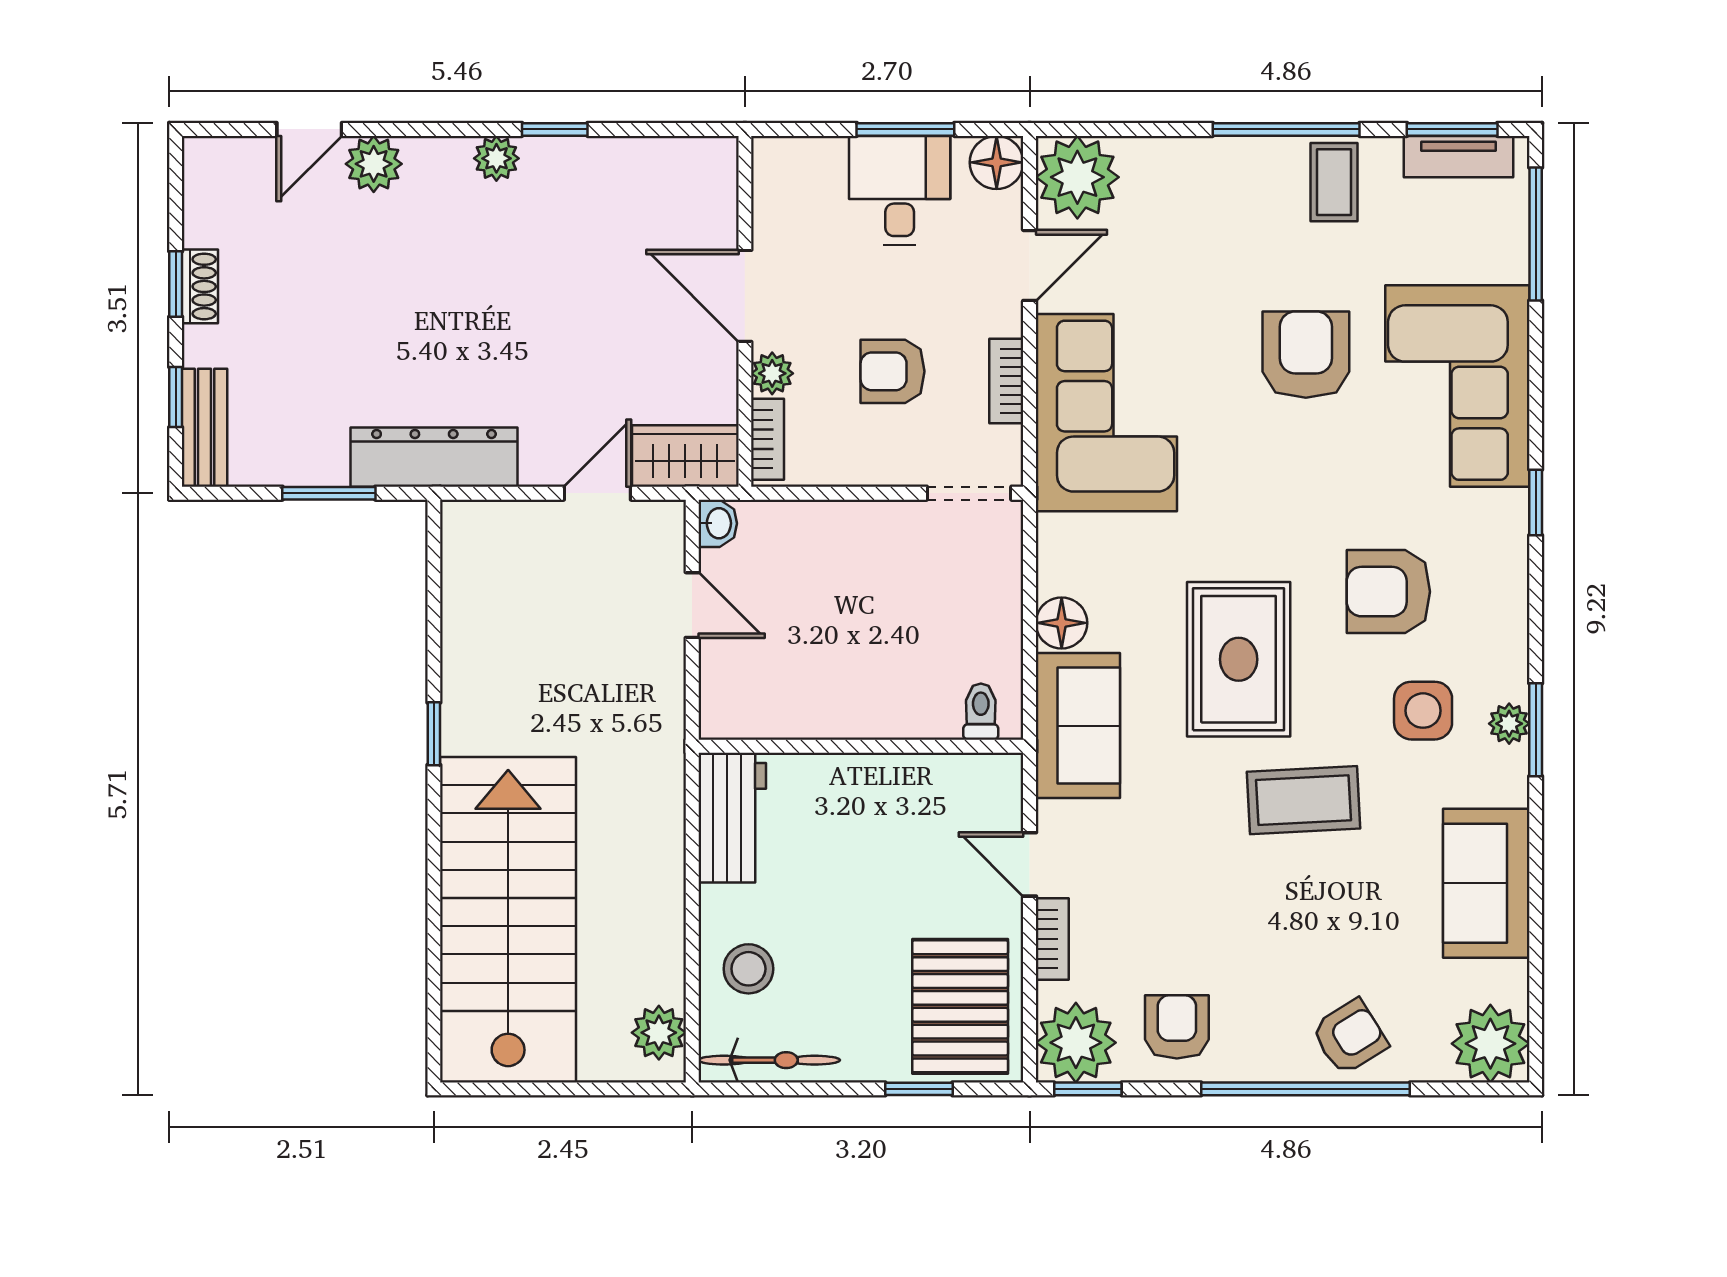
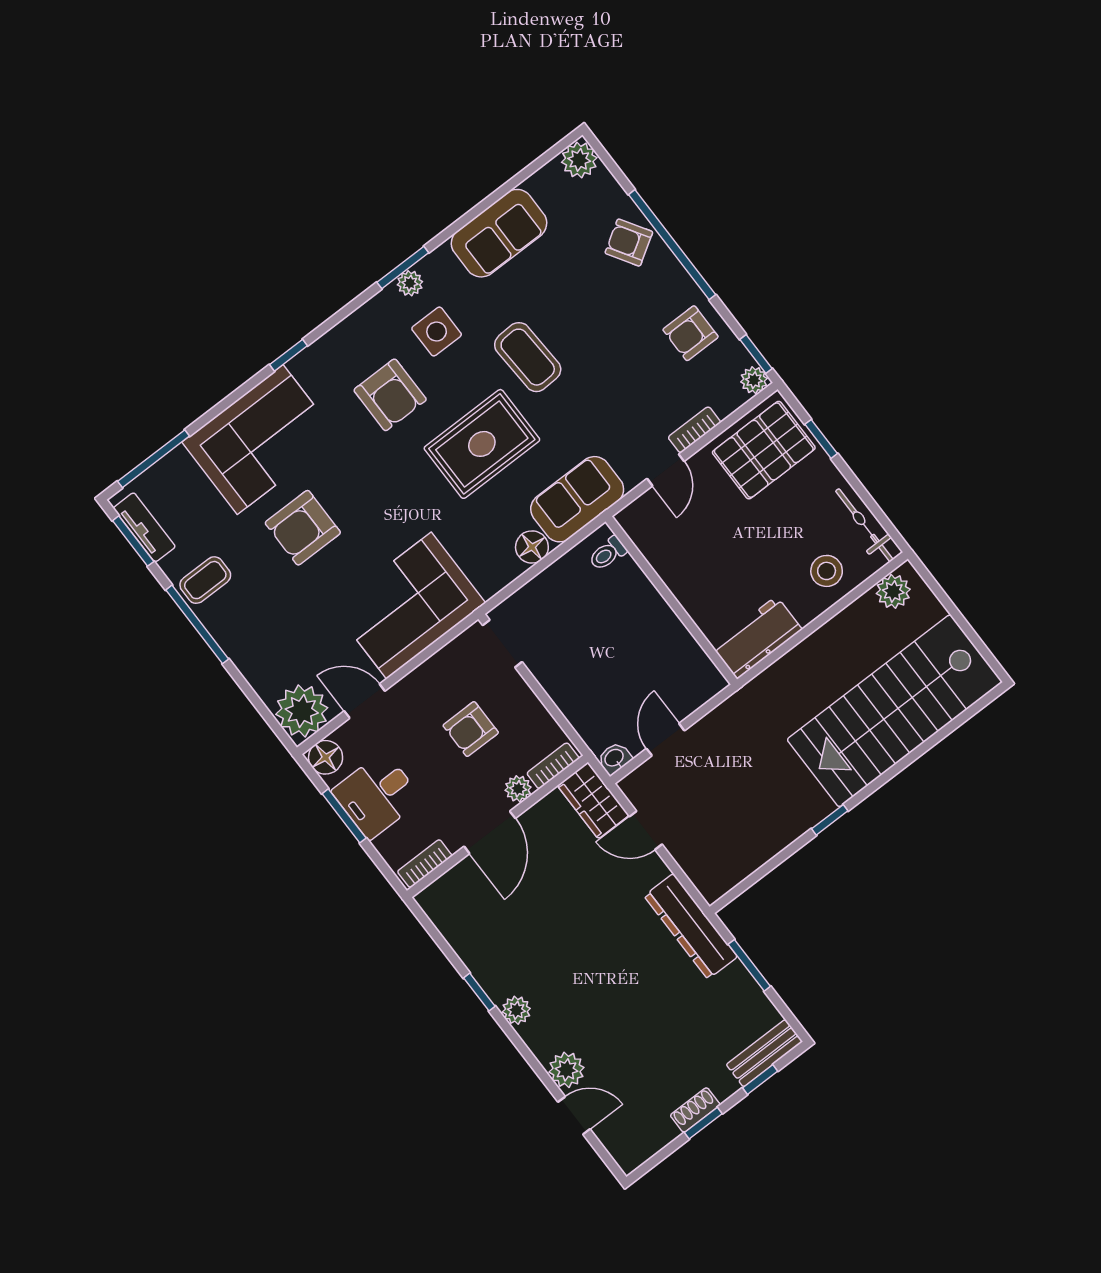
armchair: (892, 371) -> (471, 729), turned 90
bookcase: (1006, 381) -> (425, 864), moved, turned 180
plant: (1076, 1043) -> (754, 380), width x0.53, depth x0.53
plant: (1490, 1044) -> (579, 160), width x0.73, depth x0.73

